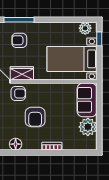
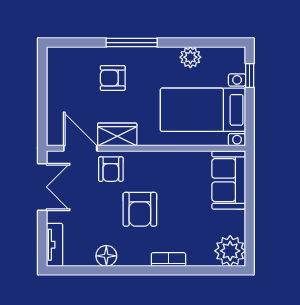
window: (19, 20) -> (132, 43), moved
plant: (85, 28) -> (190, 57), moved
armchair: (18, 93) -> (111, 169), turned 90
plant: (88, 127) -> (230, 251), moved

